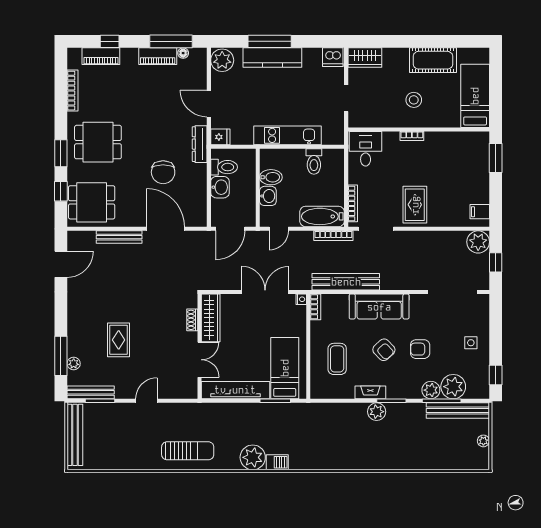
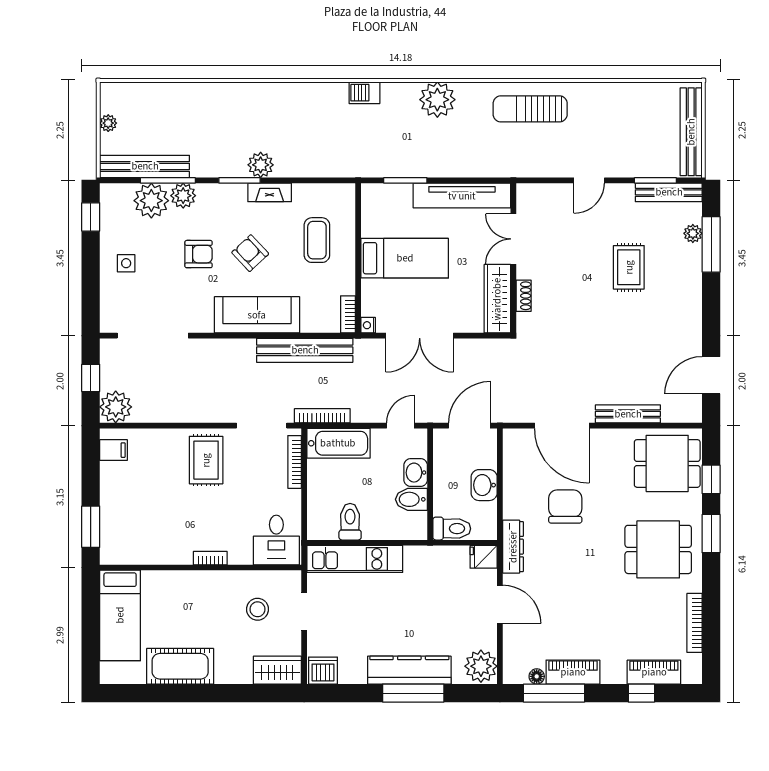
stool: (414, 100) -> (258, 609), moved
kitchen unit: (288, 135) -> (355, 559), moved
toilet: (224, 167) -> (452, 529), moved, turned 180
bed: (285, 368) -> (405, 258), moved, turned -90
barbecue: (277, 462) -> (364, 93), moved

